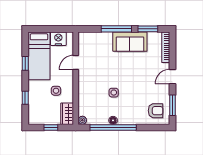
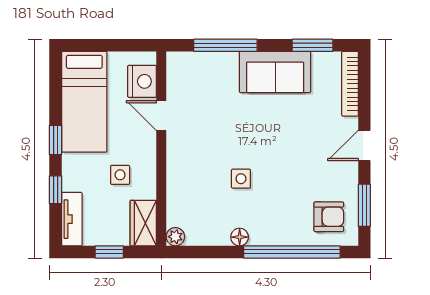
window: (116, 29) -> (225, 45), moved
nightstand: (58, 39) -> (142, 81), moved, turned 90
door: (76, 62) -> (161, 116), hinge flipped
window: (25, 63) -> (56, 140), moved
tv unit: (33, 112) -> (72, 219), added
window: (113, 128) -> (292, 252), moved

